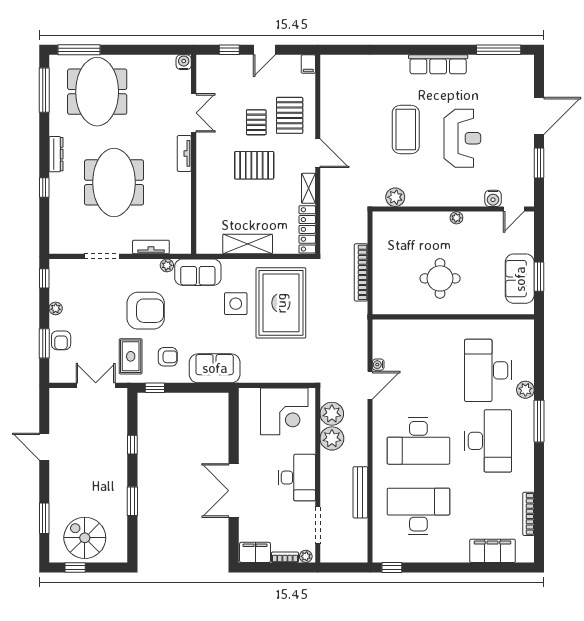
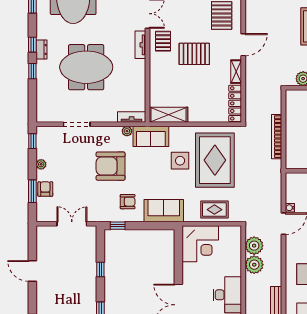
pallet: (256, 122) -> (163, 41), moved
window: (44, 153) -> (32, 45), added
door: (318, 153) -> (243, 45), hinge flipped
dresser: (56, 154) -> (41, 49), width x0.70
meeting table: (114, 182) -> (86, 67), turned 90
shelving: (248, 244) -> (169, 115), moved
tv unit: (151, 247) -> (132, 117), moved
armchair: (146, 311) -> (111, 166), turned 180
armchair: (61, 340) -> (45, 189), turned 180
rug: (131, 356) -> (214, 210), moved, turned 90
corner desk: (284, 411) -> (200, 244), moved

